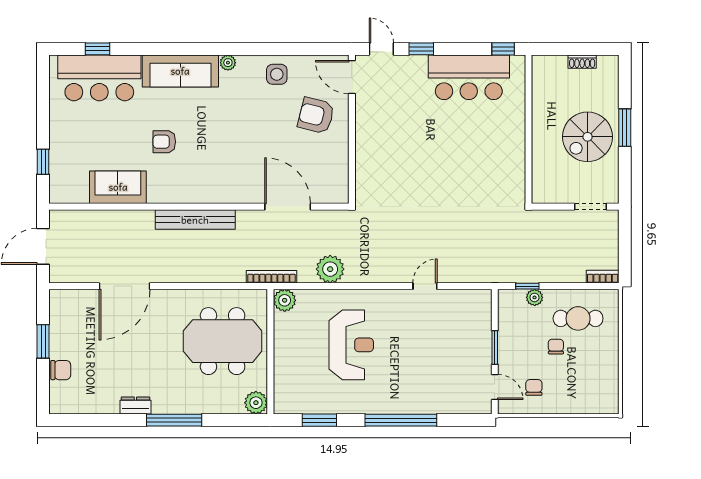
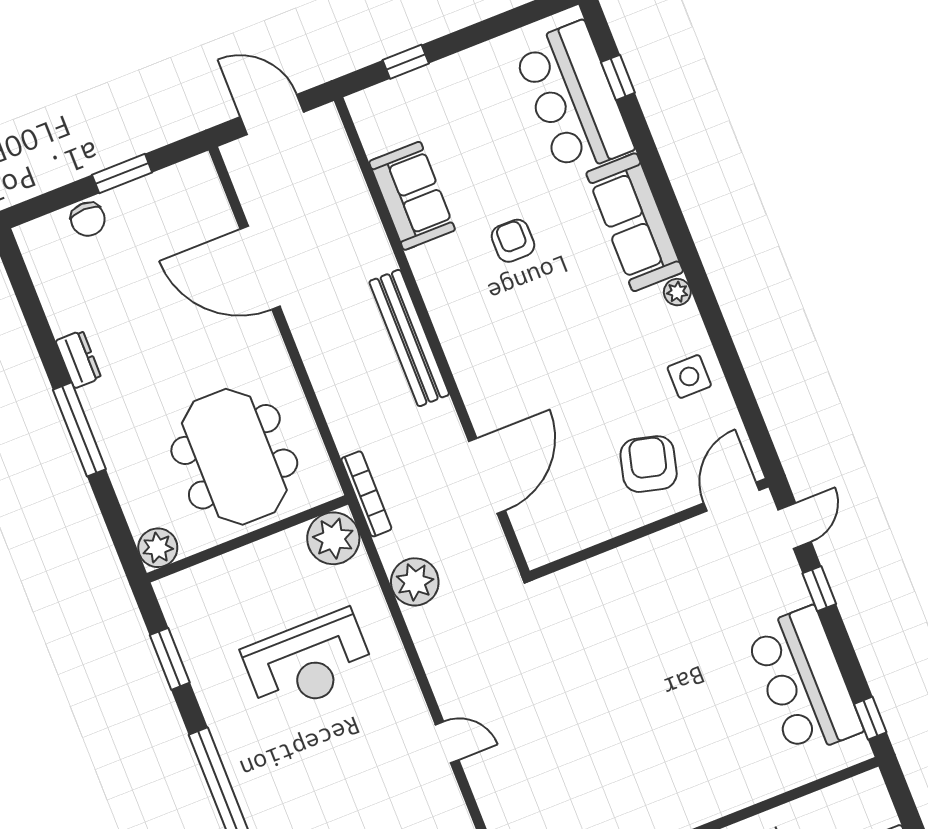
plant: (285, 300) -> (333, 538), width x1.36, depth x1.36

